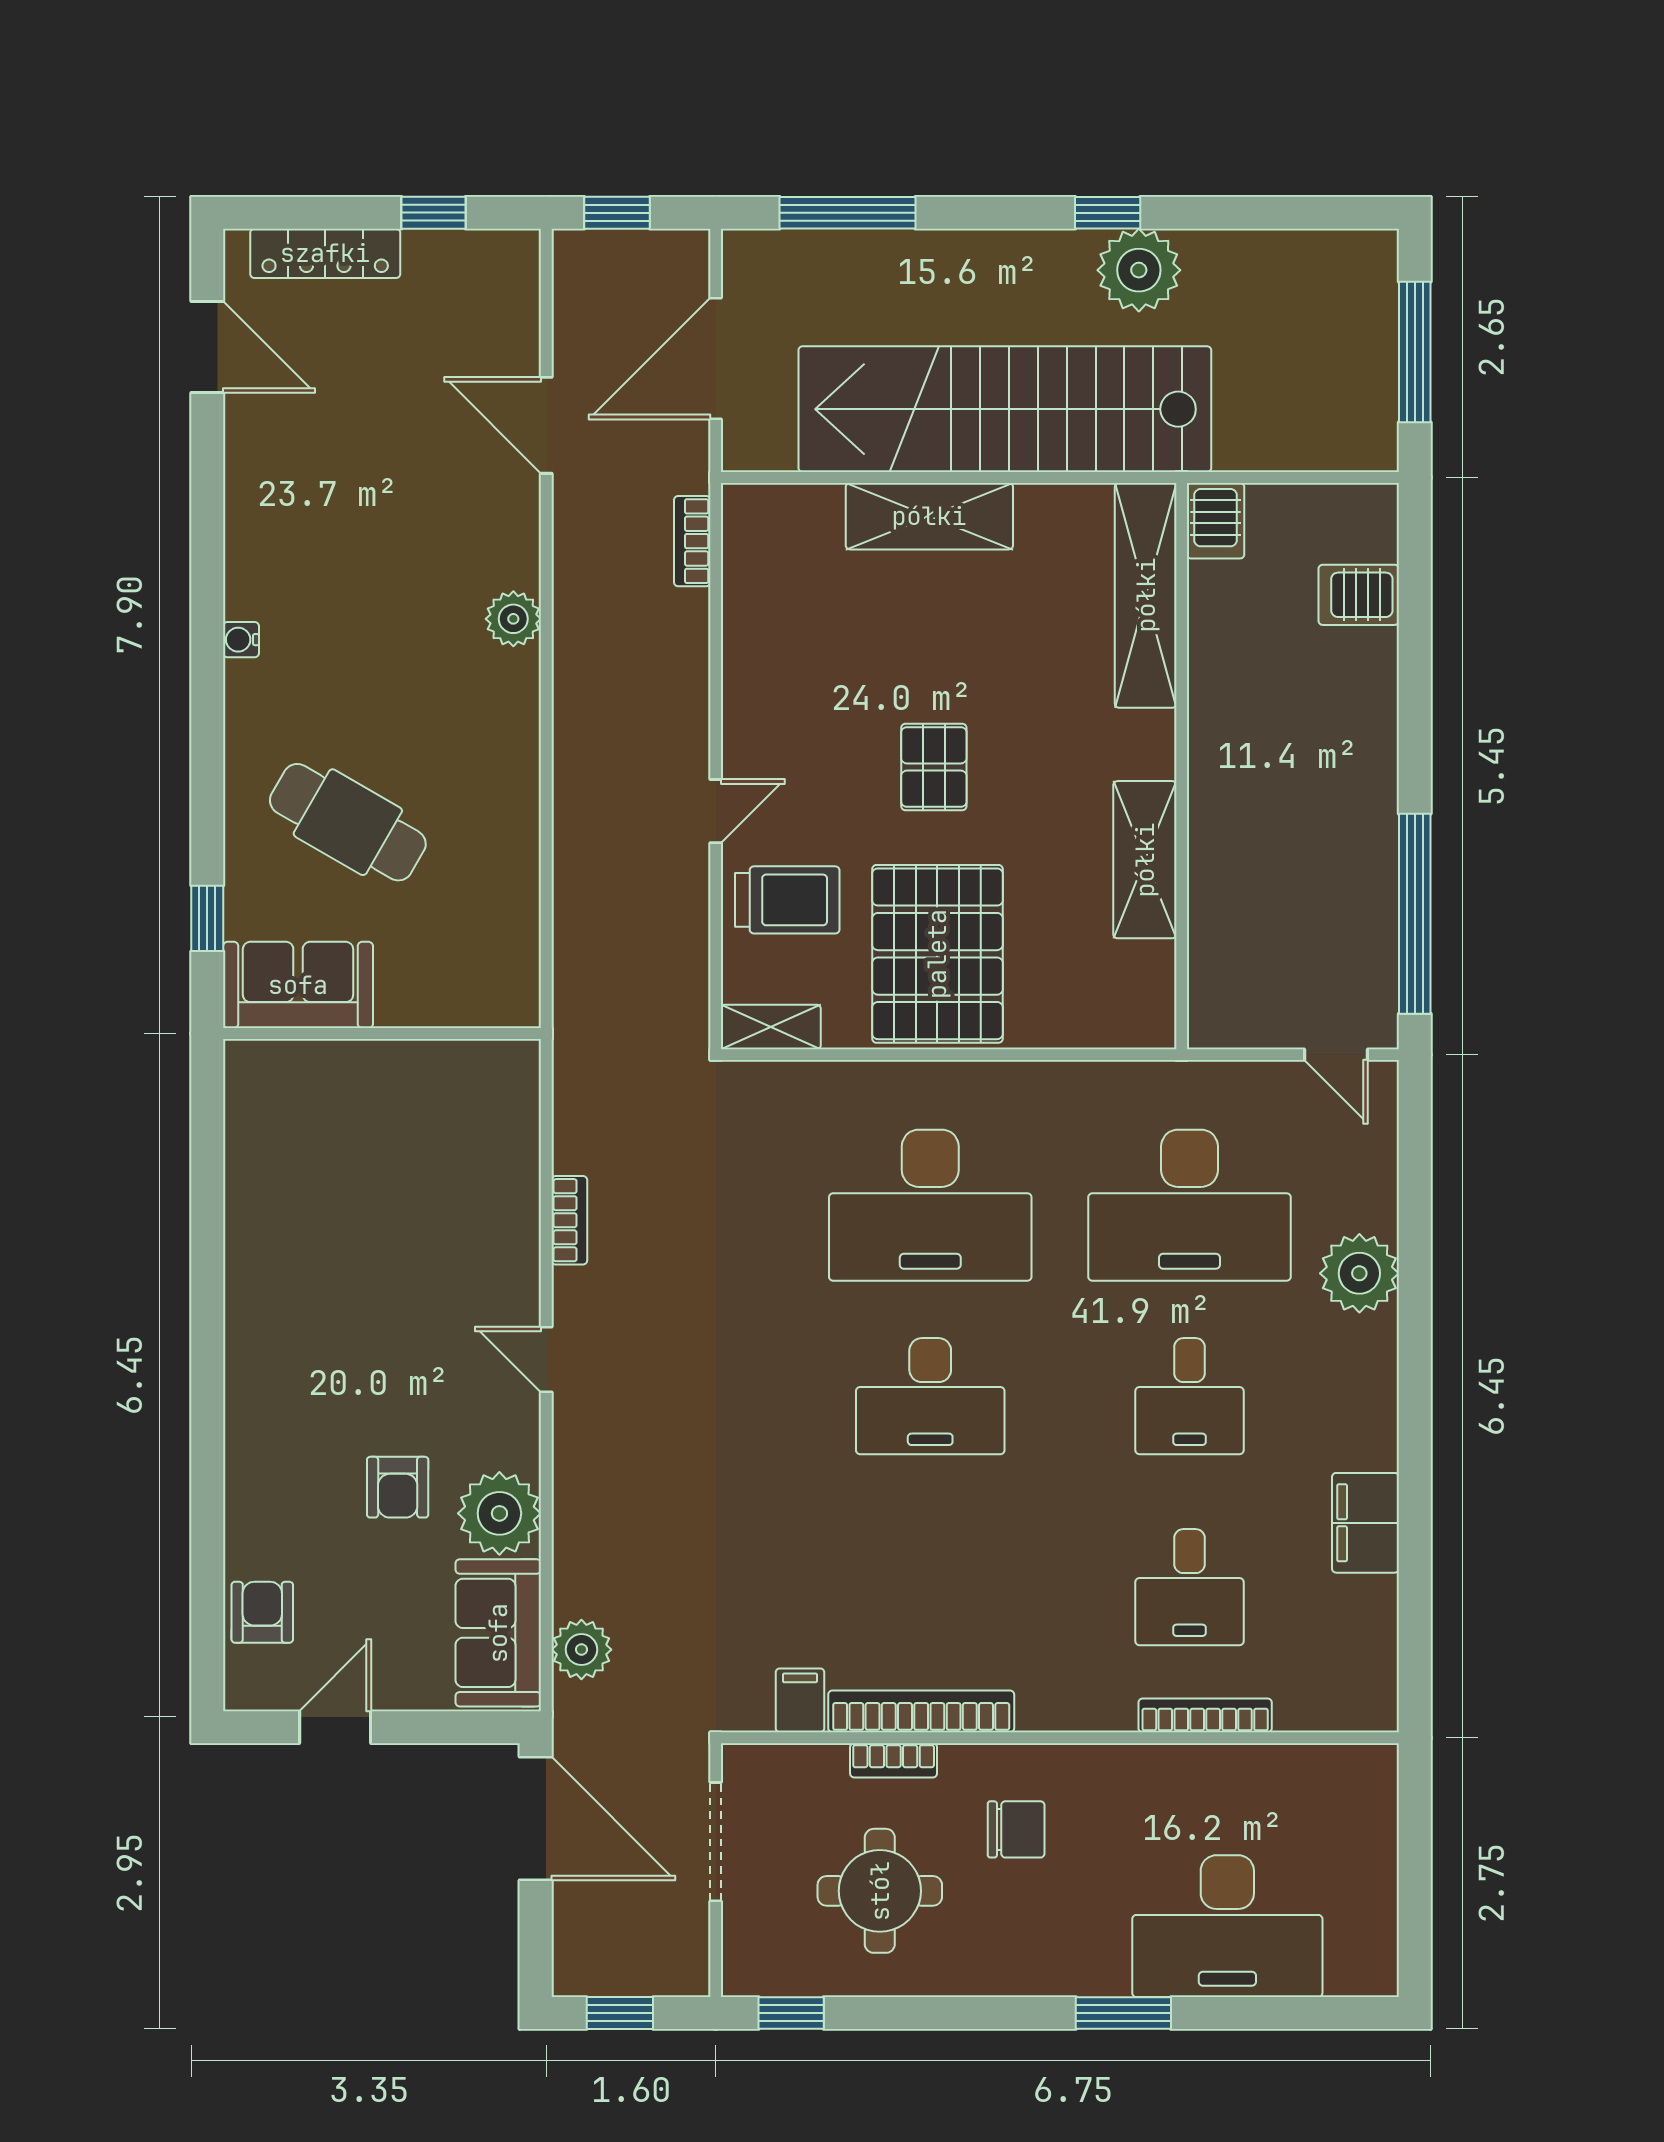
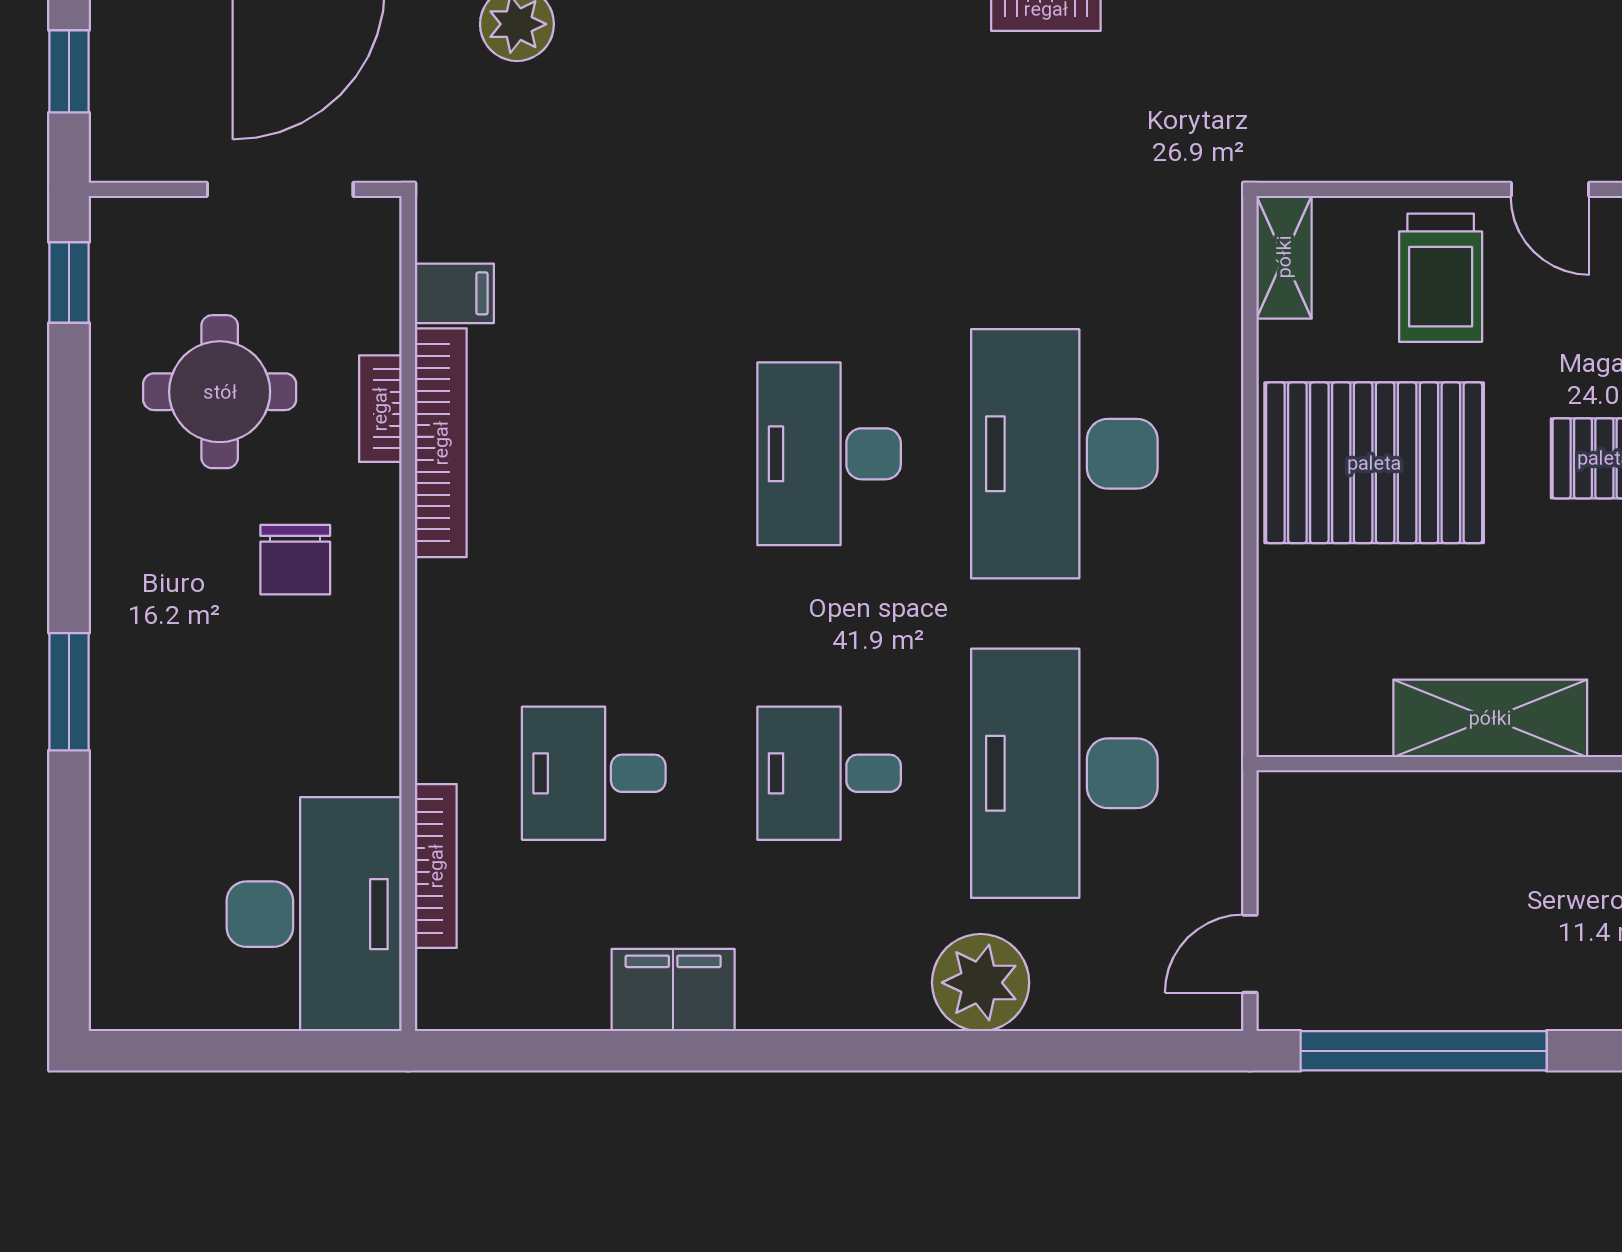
bookcase: (1205, 1715) -> (436, 866), moved
desk: (1227, 1926) -> (314, 914), moved, turned 180

